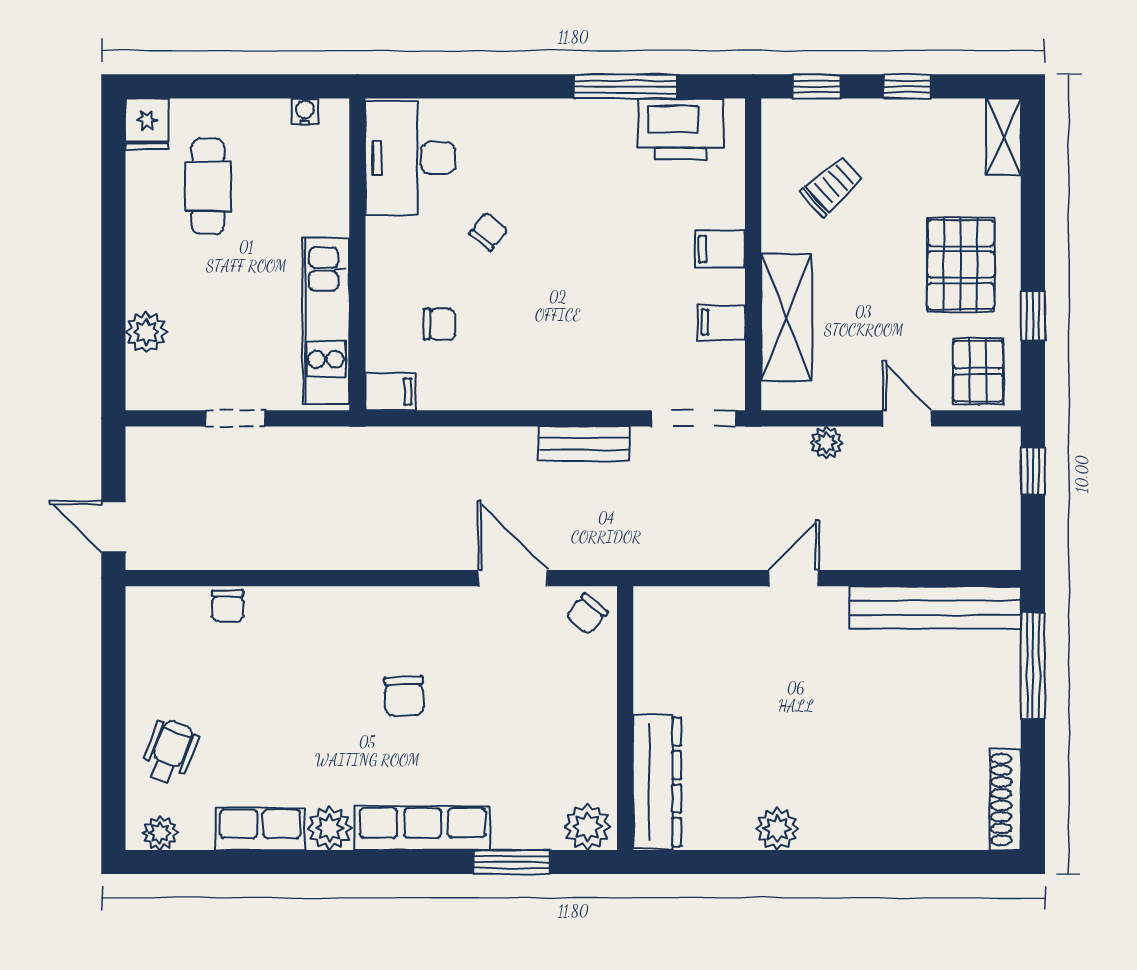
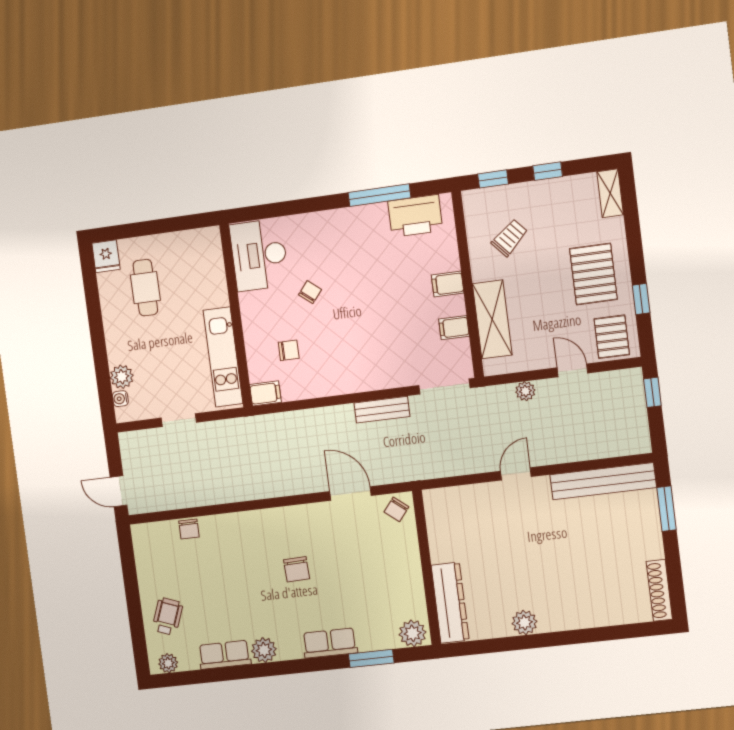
water cooler: (305, 112) -> (120, 399), moved, turned -90
window: (1033, 665) -> (666, 509), width x0.69
row of seats: (423, 828) -> (330, 643), width x0.68

